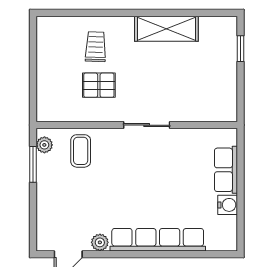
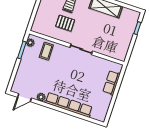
water cooler: (228, 205) -> (107, 99), removed

